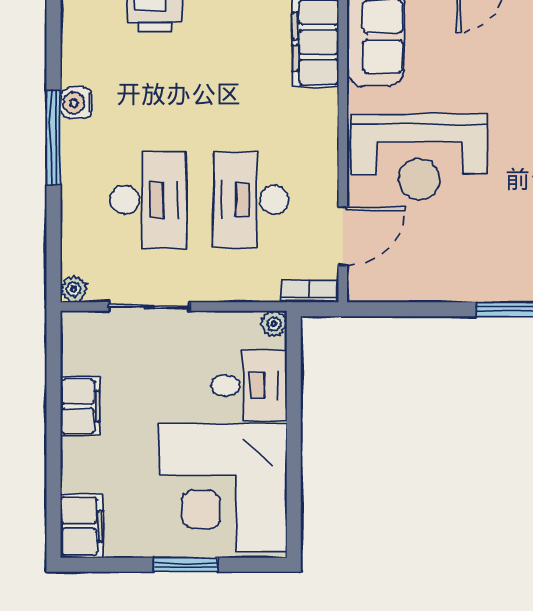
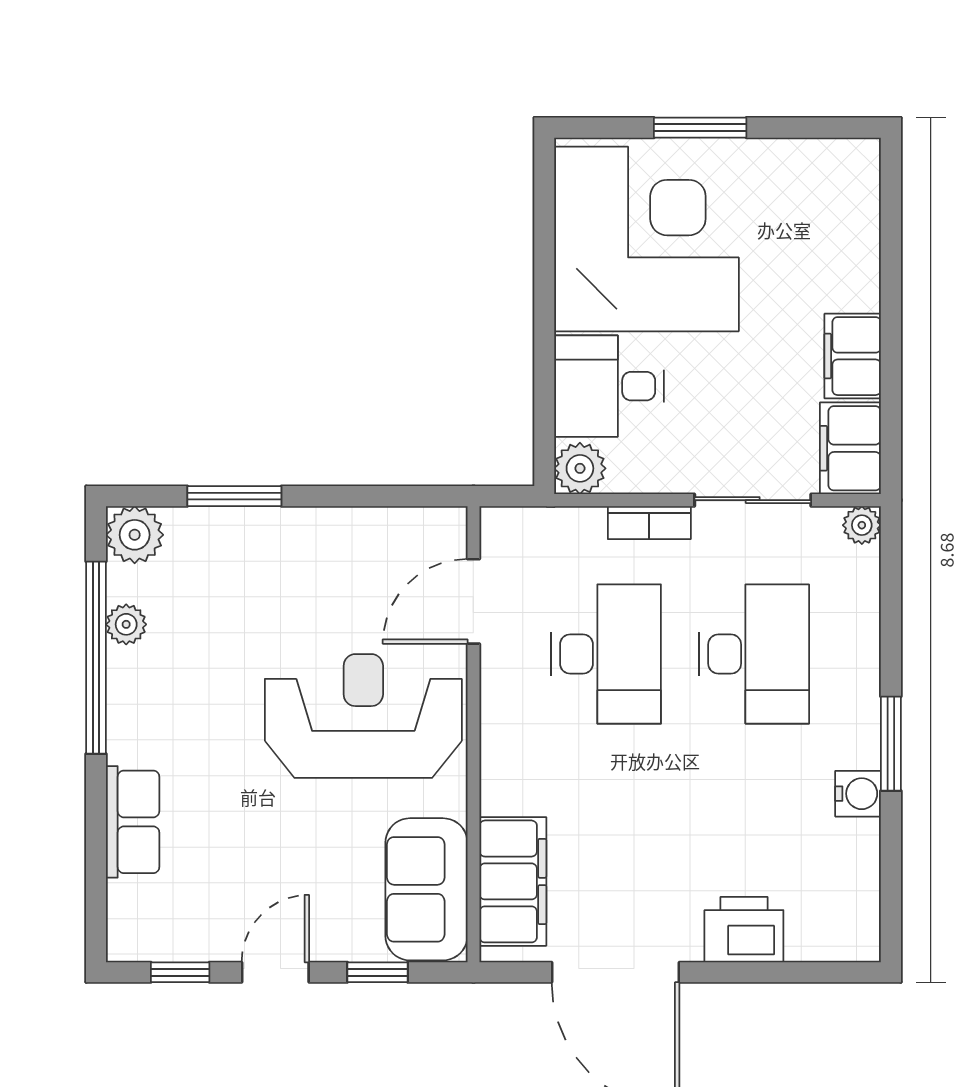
window: (54, 138) -> (891, 744), width x0.69
desk: (148, 200) -> (754, 654), turned 180
bookcase: (310, 291) -> (649, 523), moved
plant: (274, 324) -> (580, 468), width x1.38, depth x1.38
filing cabinet: (82, 526) -> (850, 448), moved

